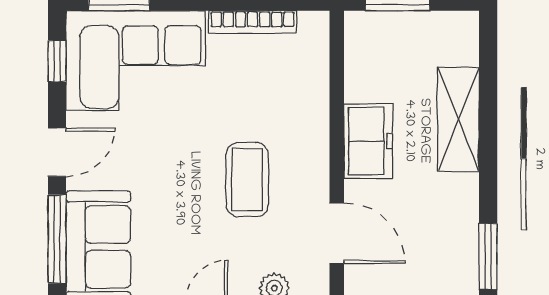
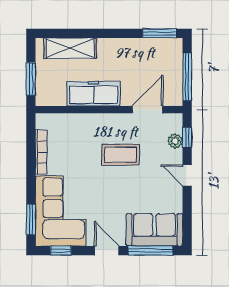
shelving: (458, 119) -> (70, 48), moved
freezer: (368, 141) -> (94, 94), width x1.40

